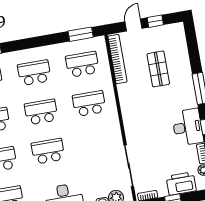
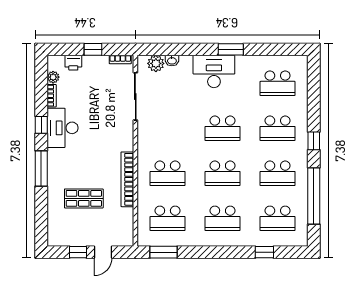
bookcase: (117, 59) -> (127, 179), moved
shop shelf: (158, 69) -> (84, 198), turned 90
printer: (181, 184) -> (73, 63), width x0.53, depth x0.68

